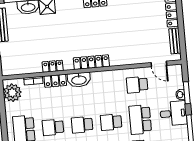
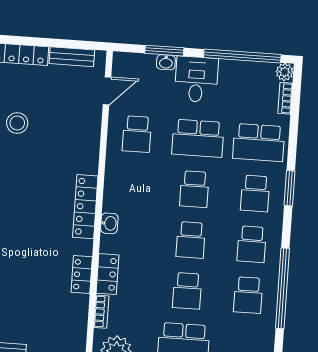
stool: (132, 16) -> (17, 123), added
washbasin: (79, 80) -> (109, 223), width x0.52, depth x0.69

